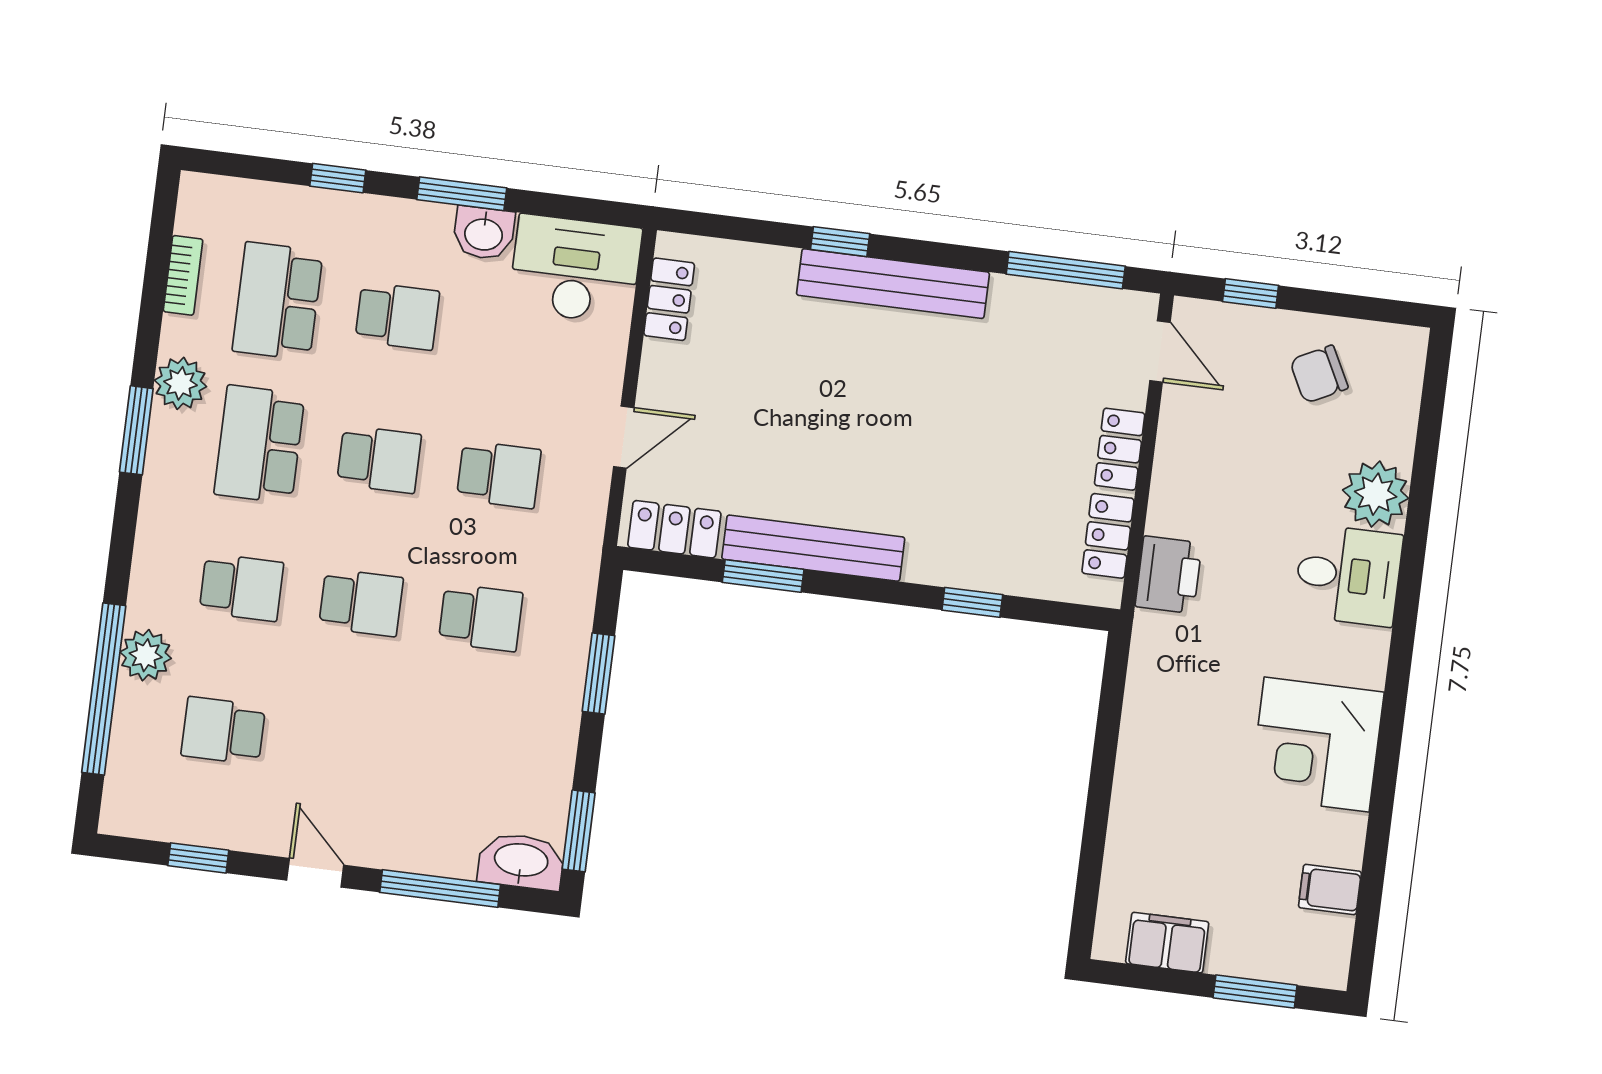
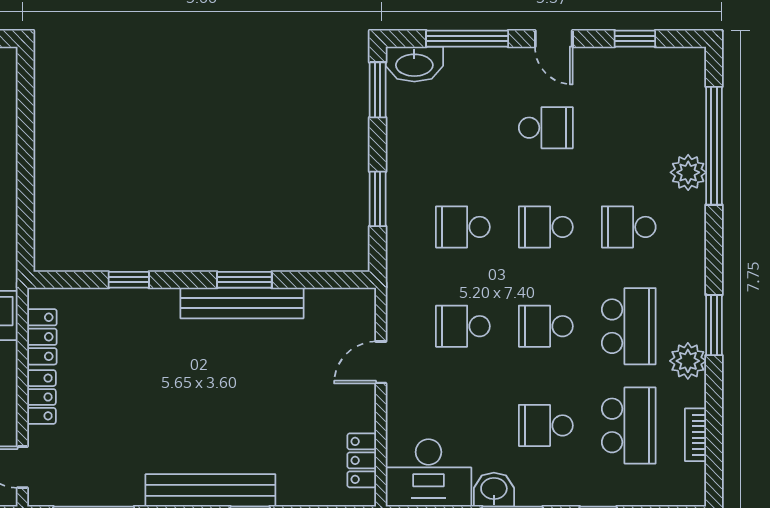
locker: (674, 529) -> (338, 304), removed
window: (763, 576) -> (244, 280), moved
school desk: (223, 731) -> (546, 128), moved

